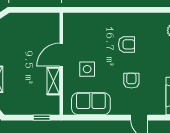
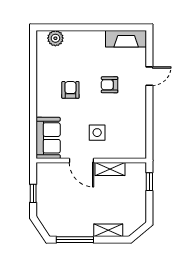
window: (31, 10) -> (33, 193), added
sofa: (91, 104) -> (48, 138), moved, turned 180

